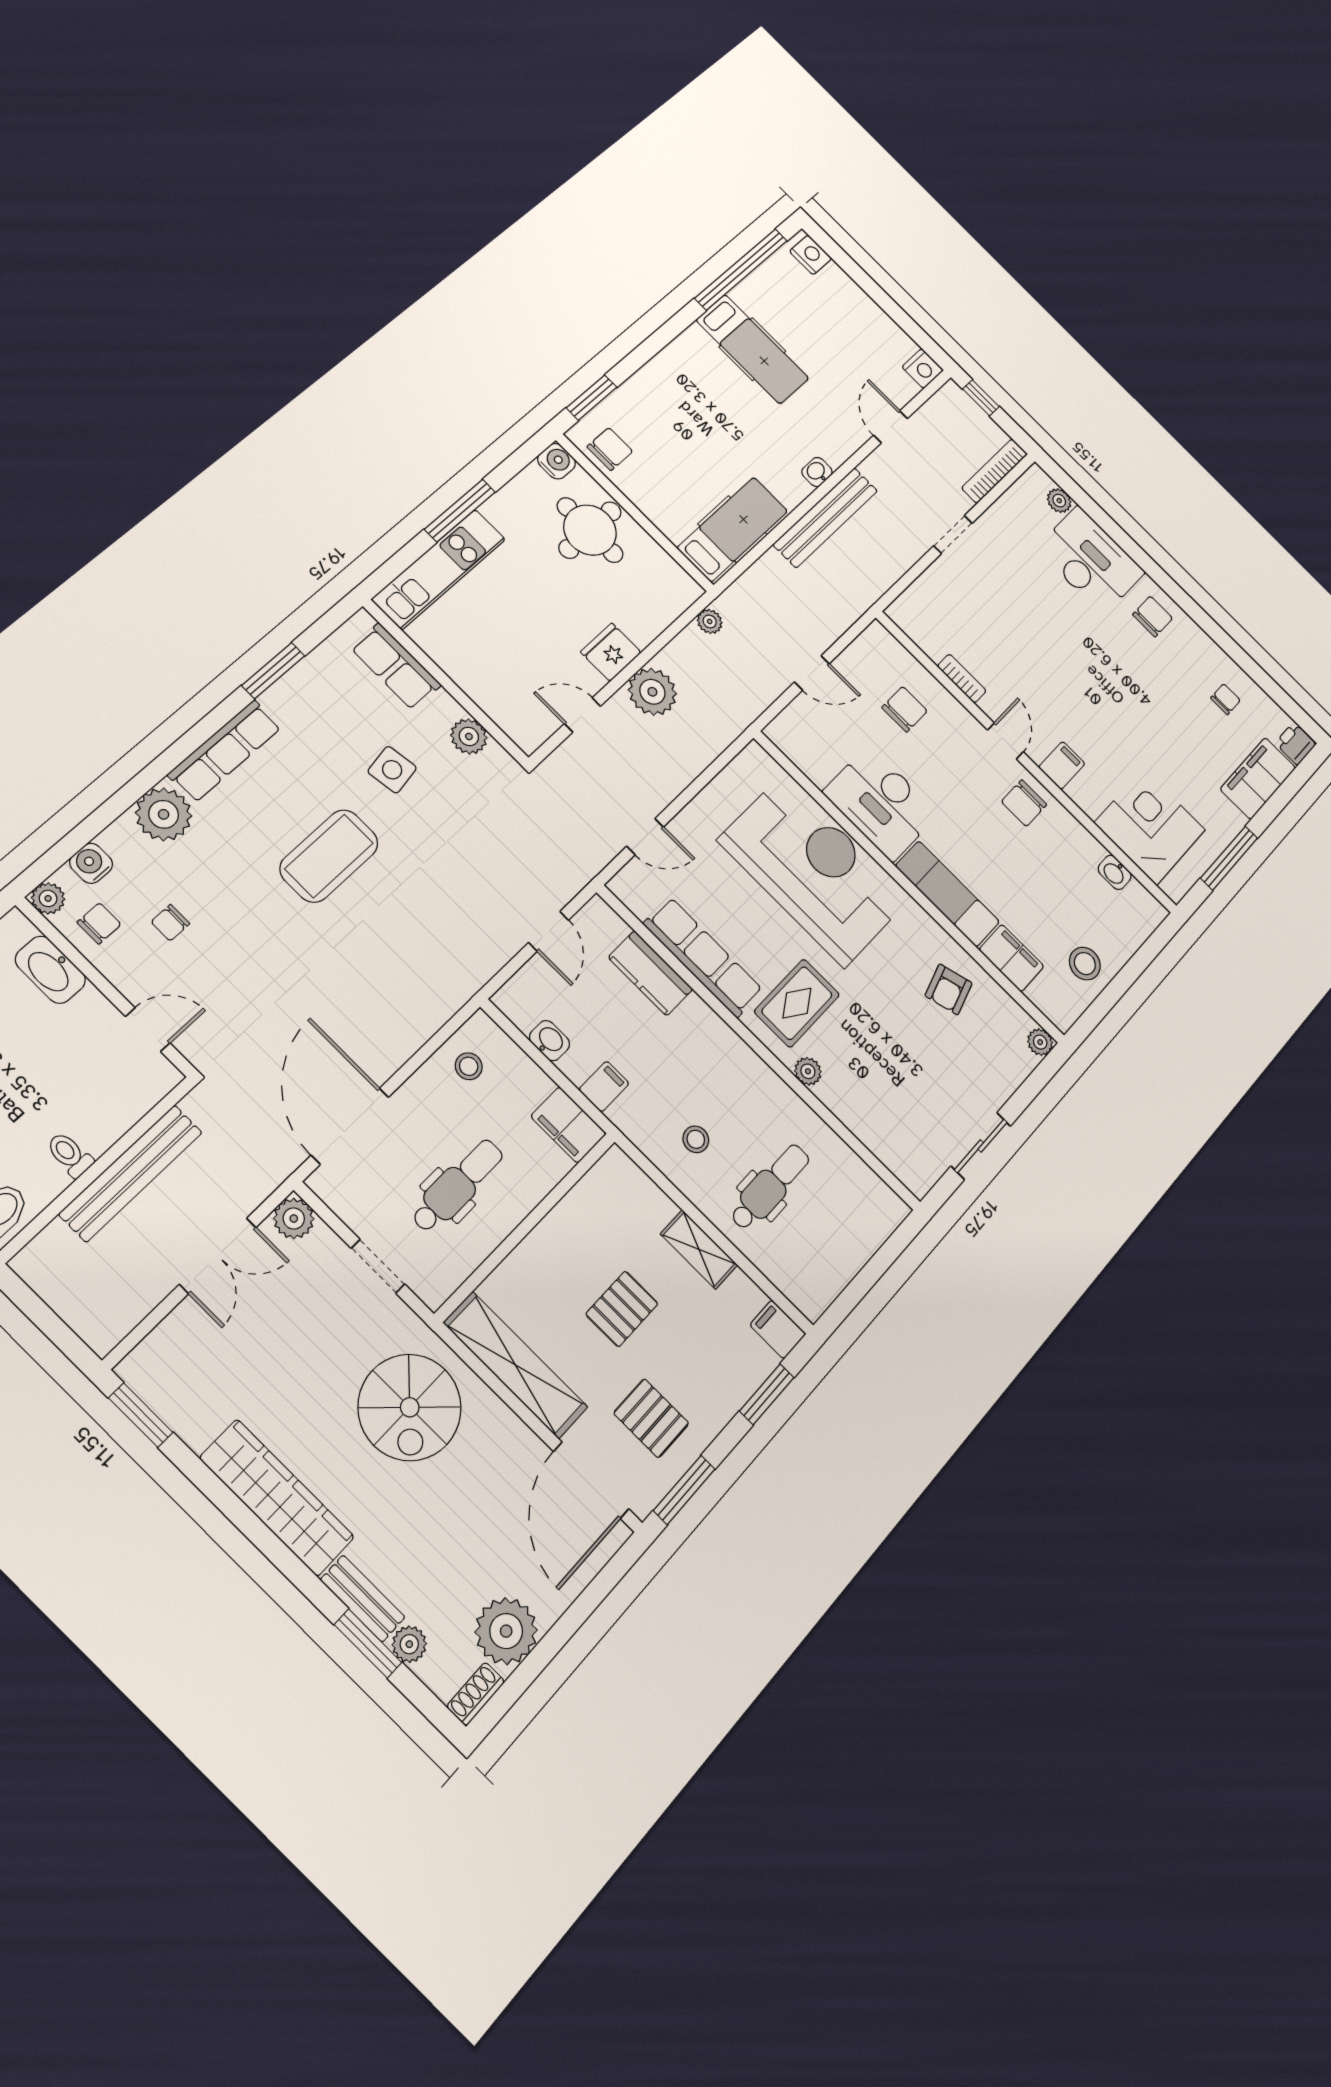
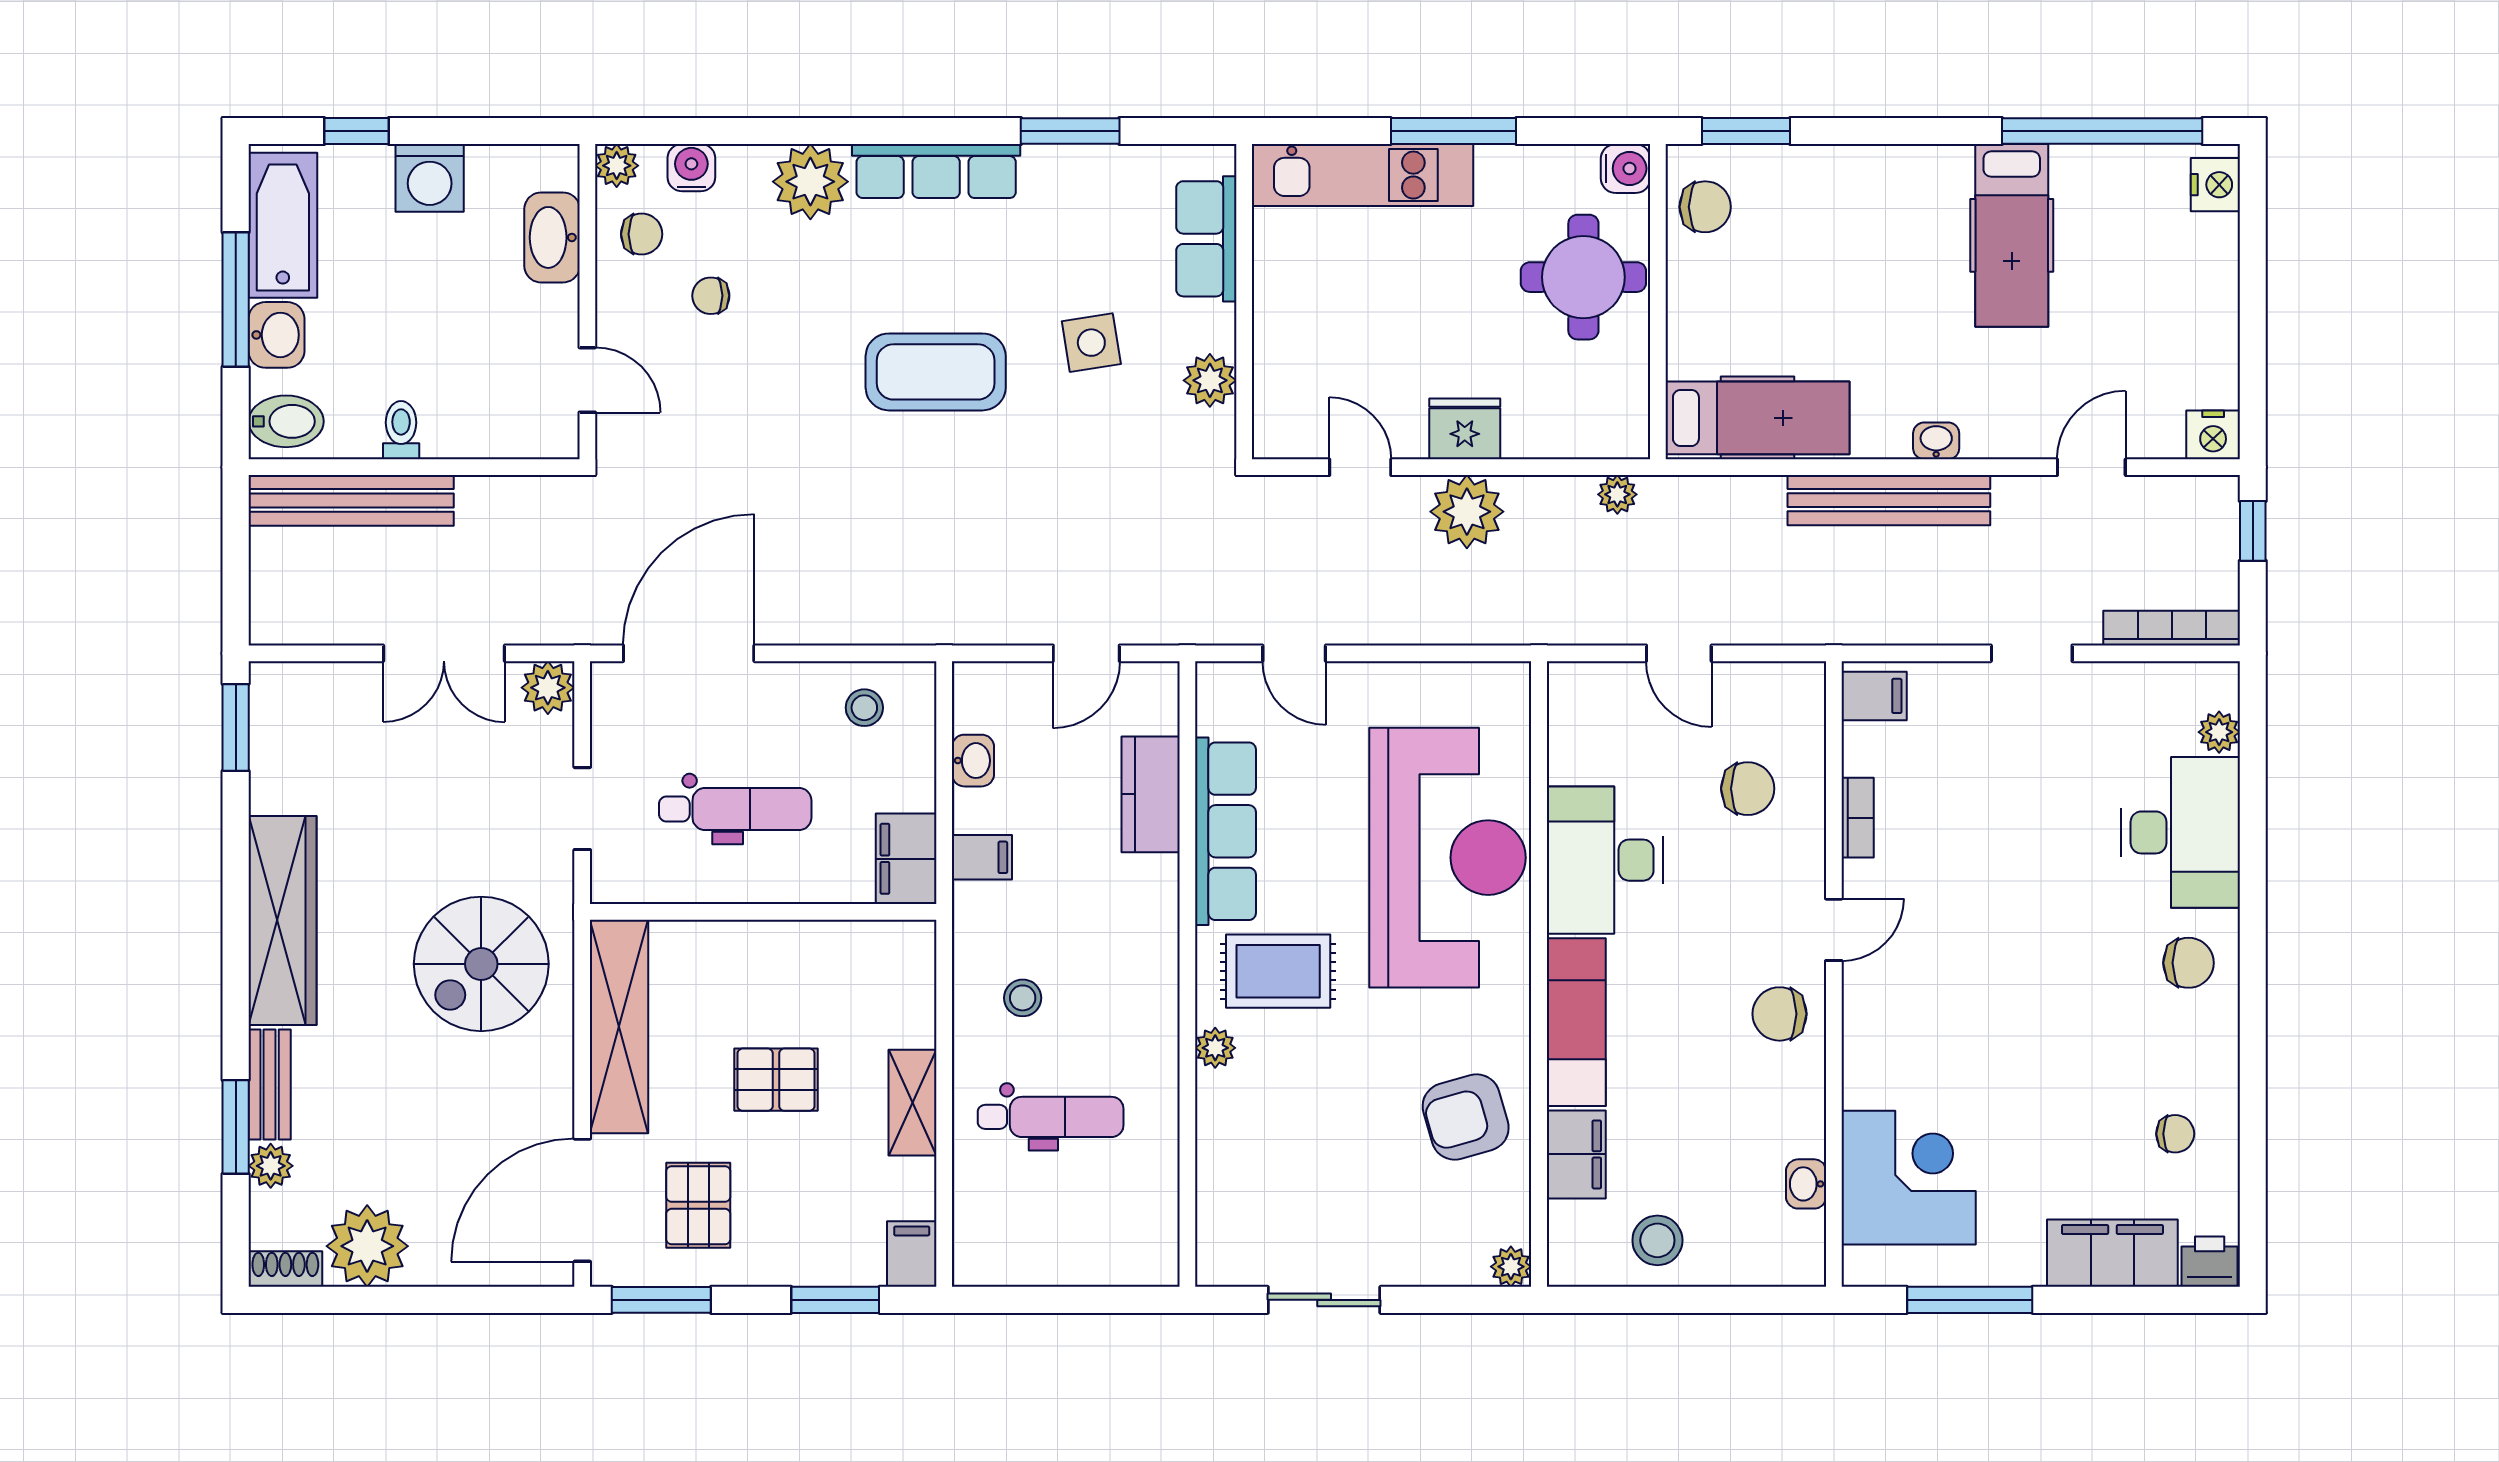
filing cabinet: (1062, 765) -> (1874, 696), moved
armchair: (949, 989) -> (1466, 1117), width x1.38, depth x1.38
bench: (131, 1173) -> (351, 500), moved

